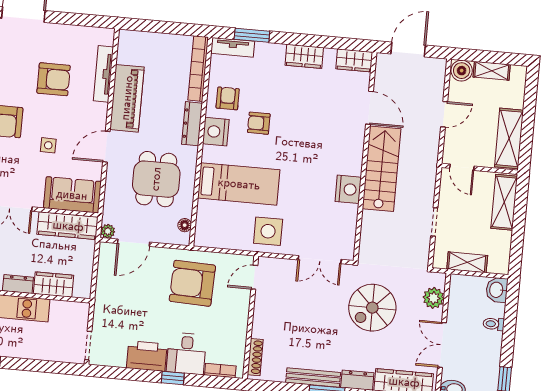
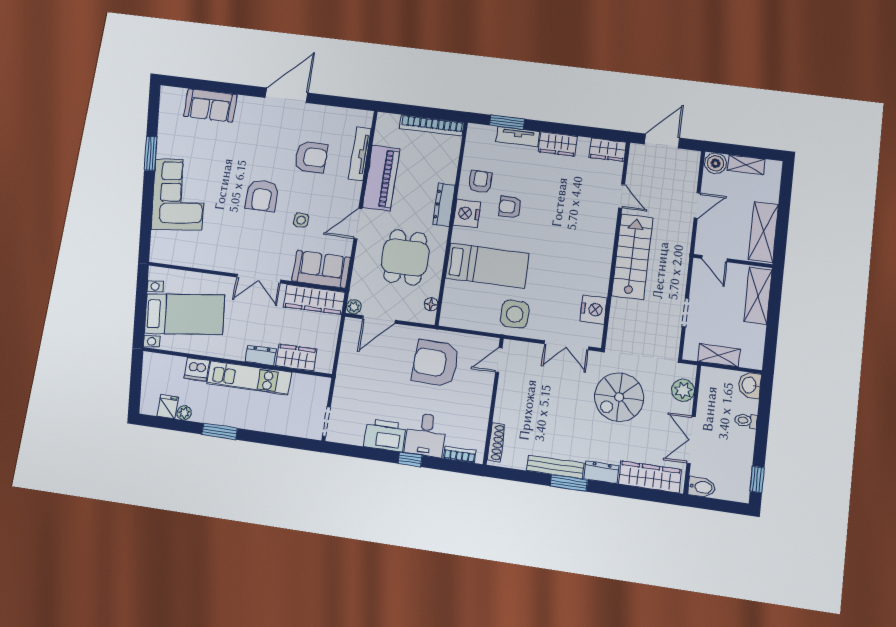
tv unit: (233, 47) -> (518, 137), moved
bookcase: (198, 69) -> (432, 125), moved, turned -90
door: (369, 108) -> (622, 196), width x0.73
nightstand: (348, 189) -> (594, 309), moved

